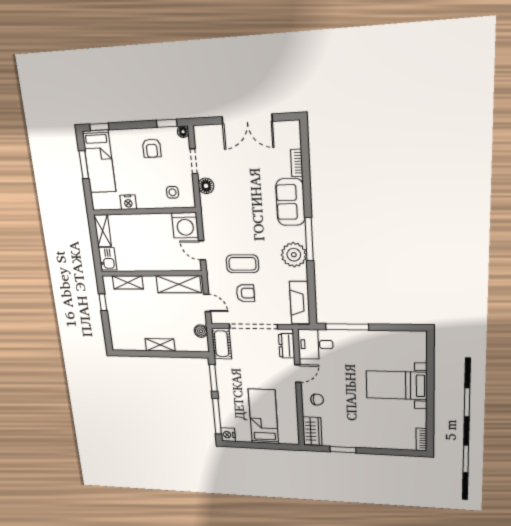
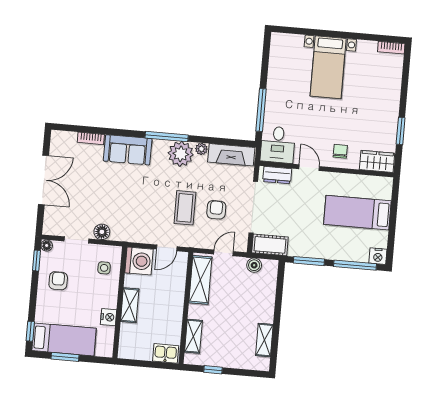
armchair: (152, 148) -> (58, 281), turned -90
shelving: (103, 231) -> (130, 305), moved, turned 90
plant: (302, 274) -> (201, 149), added
shelving: (160, 345) -> (264, 340), moved

